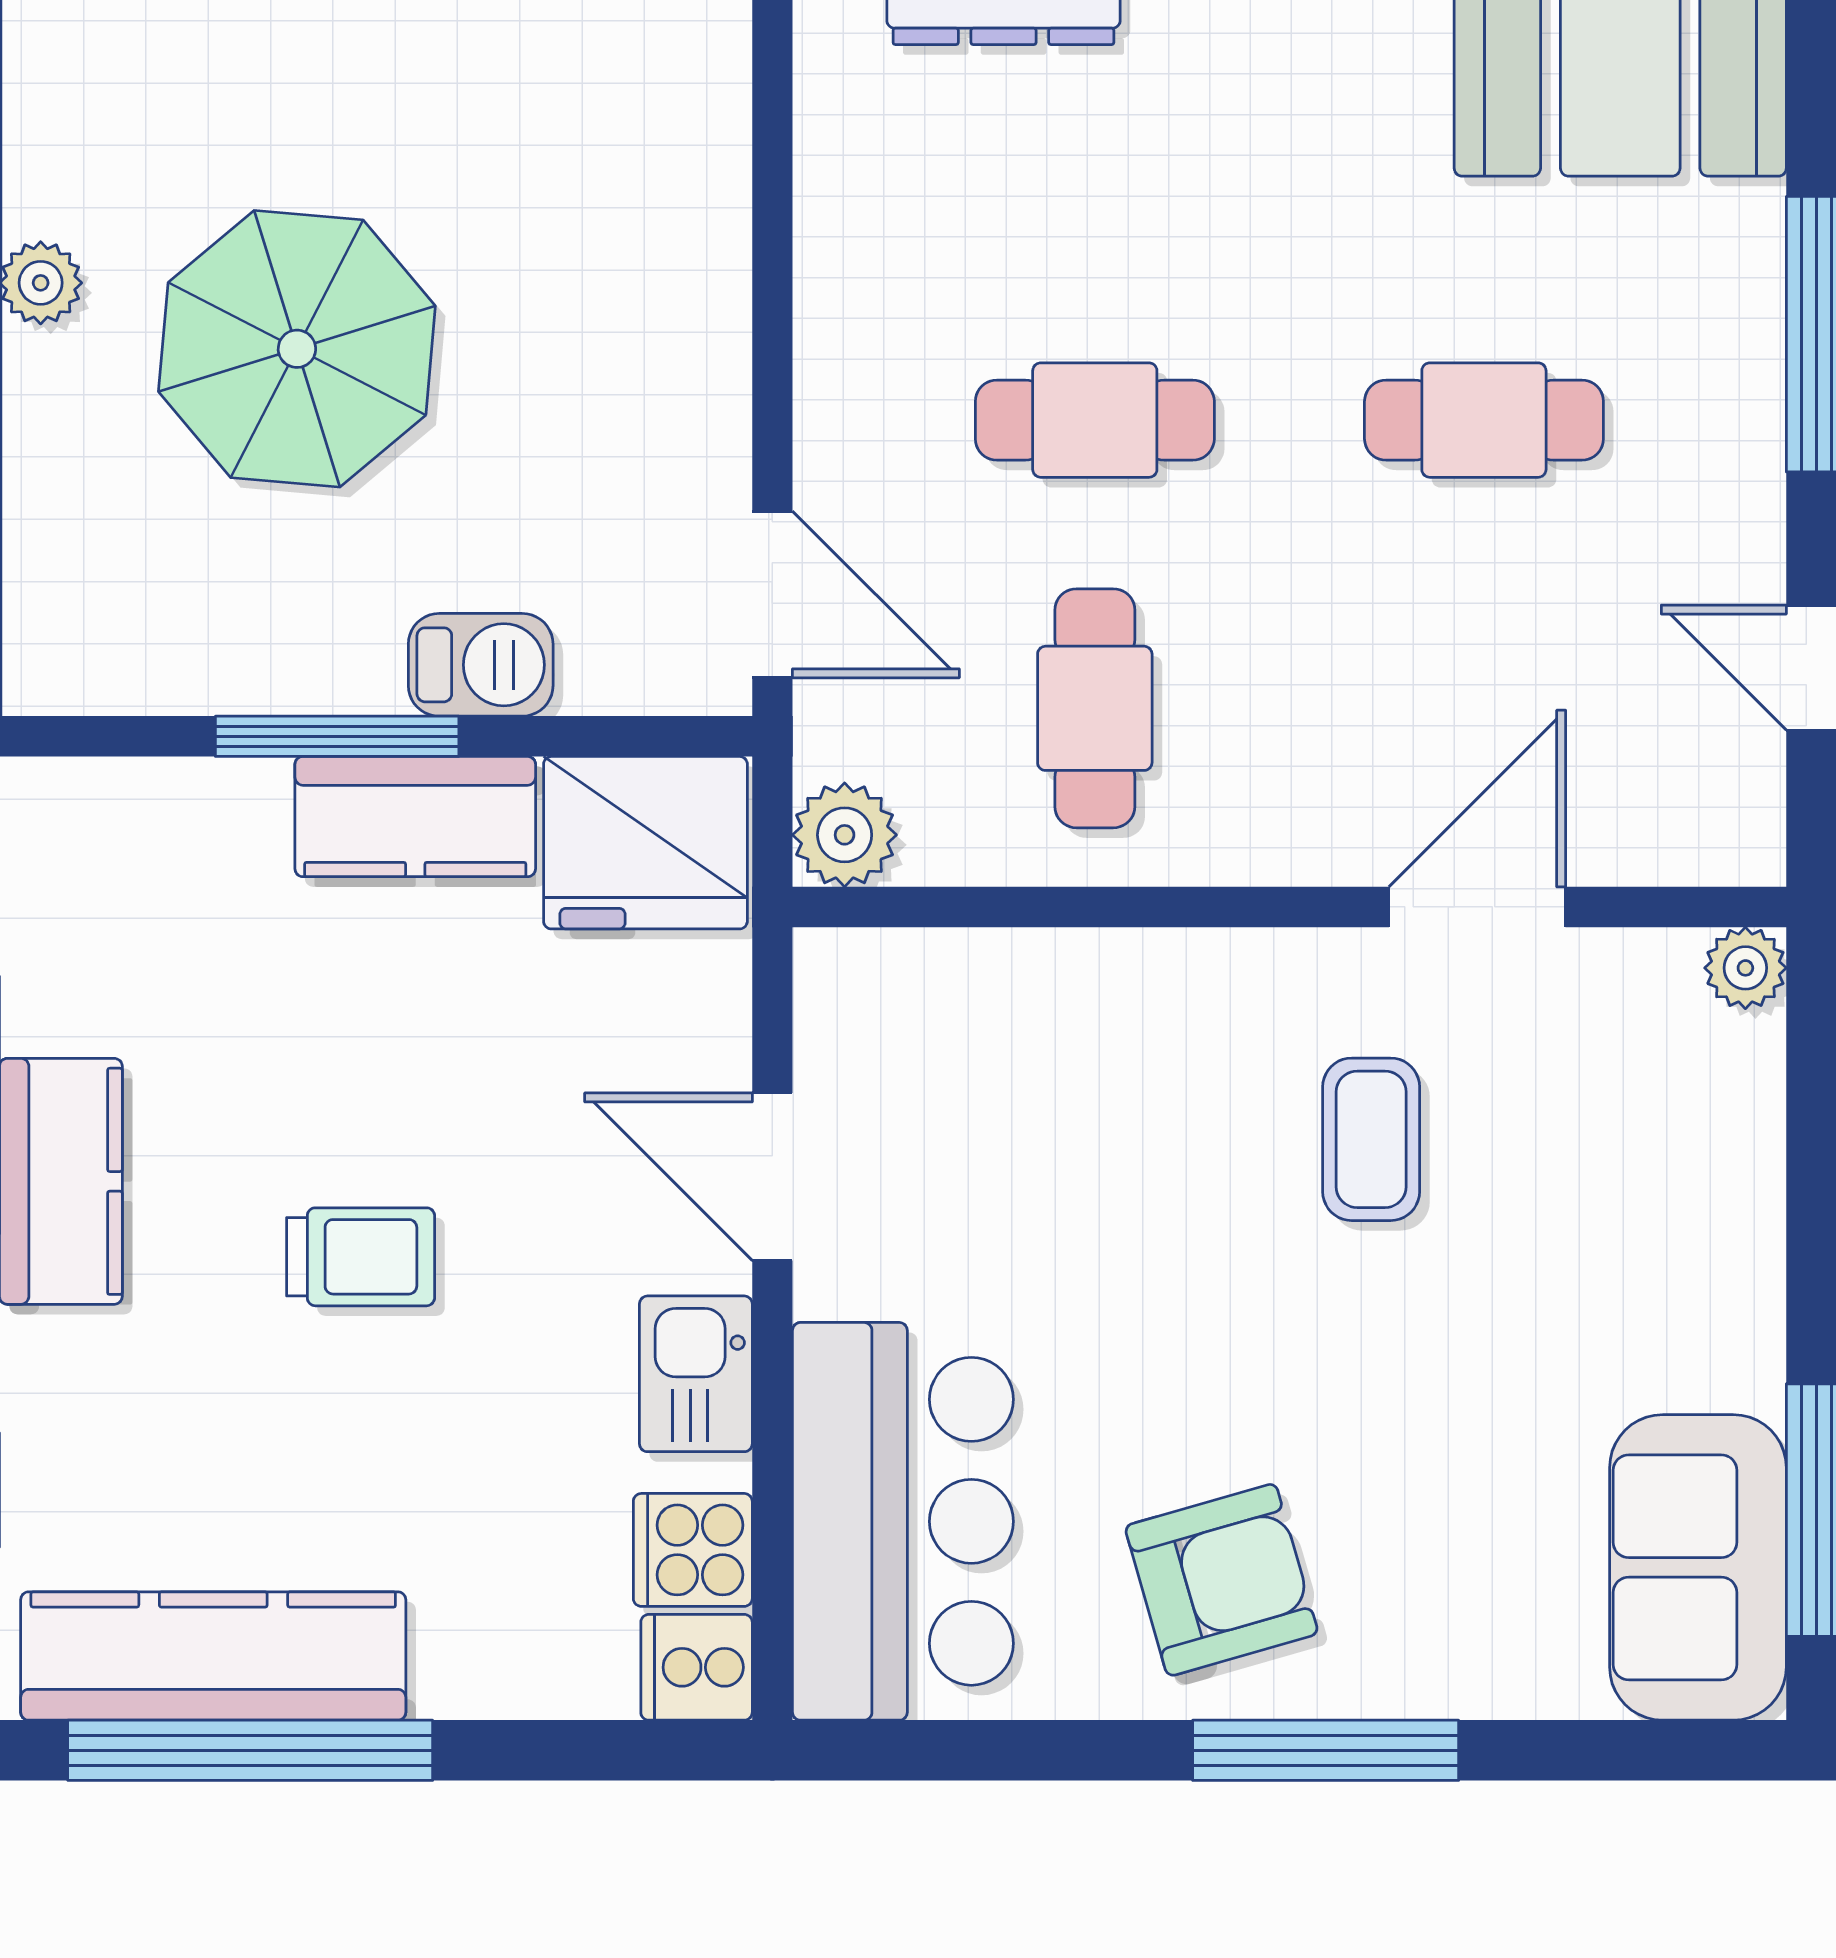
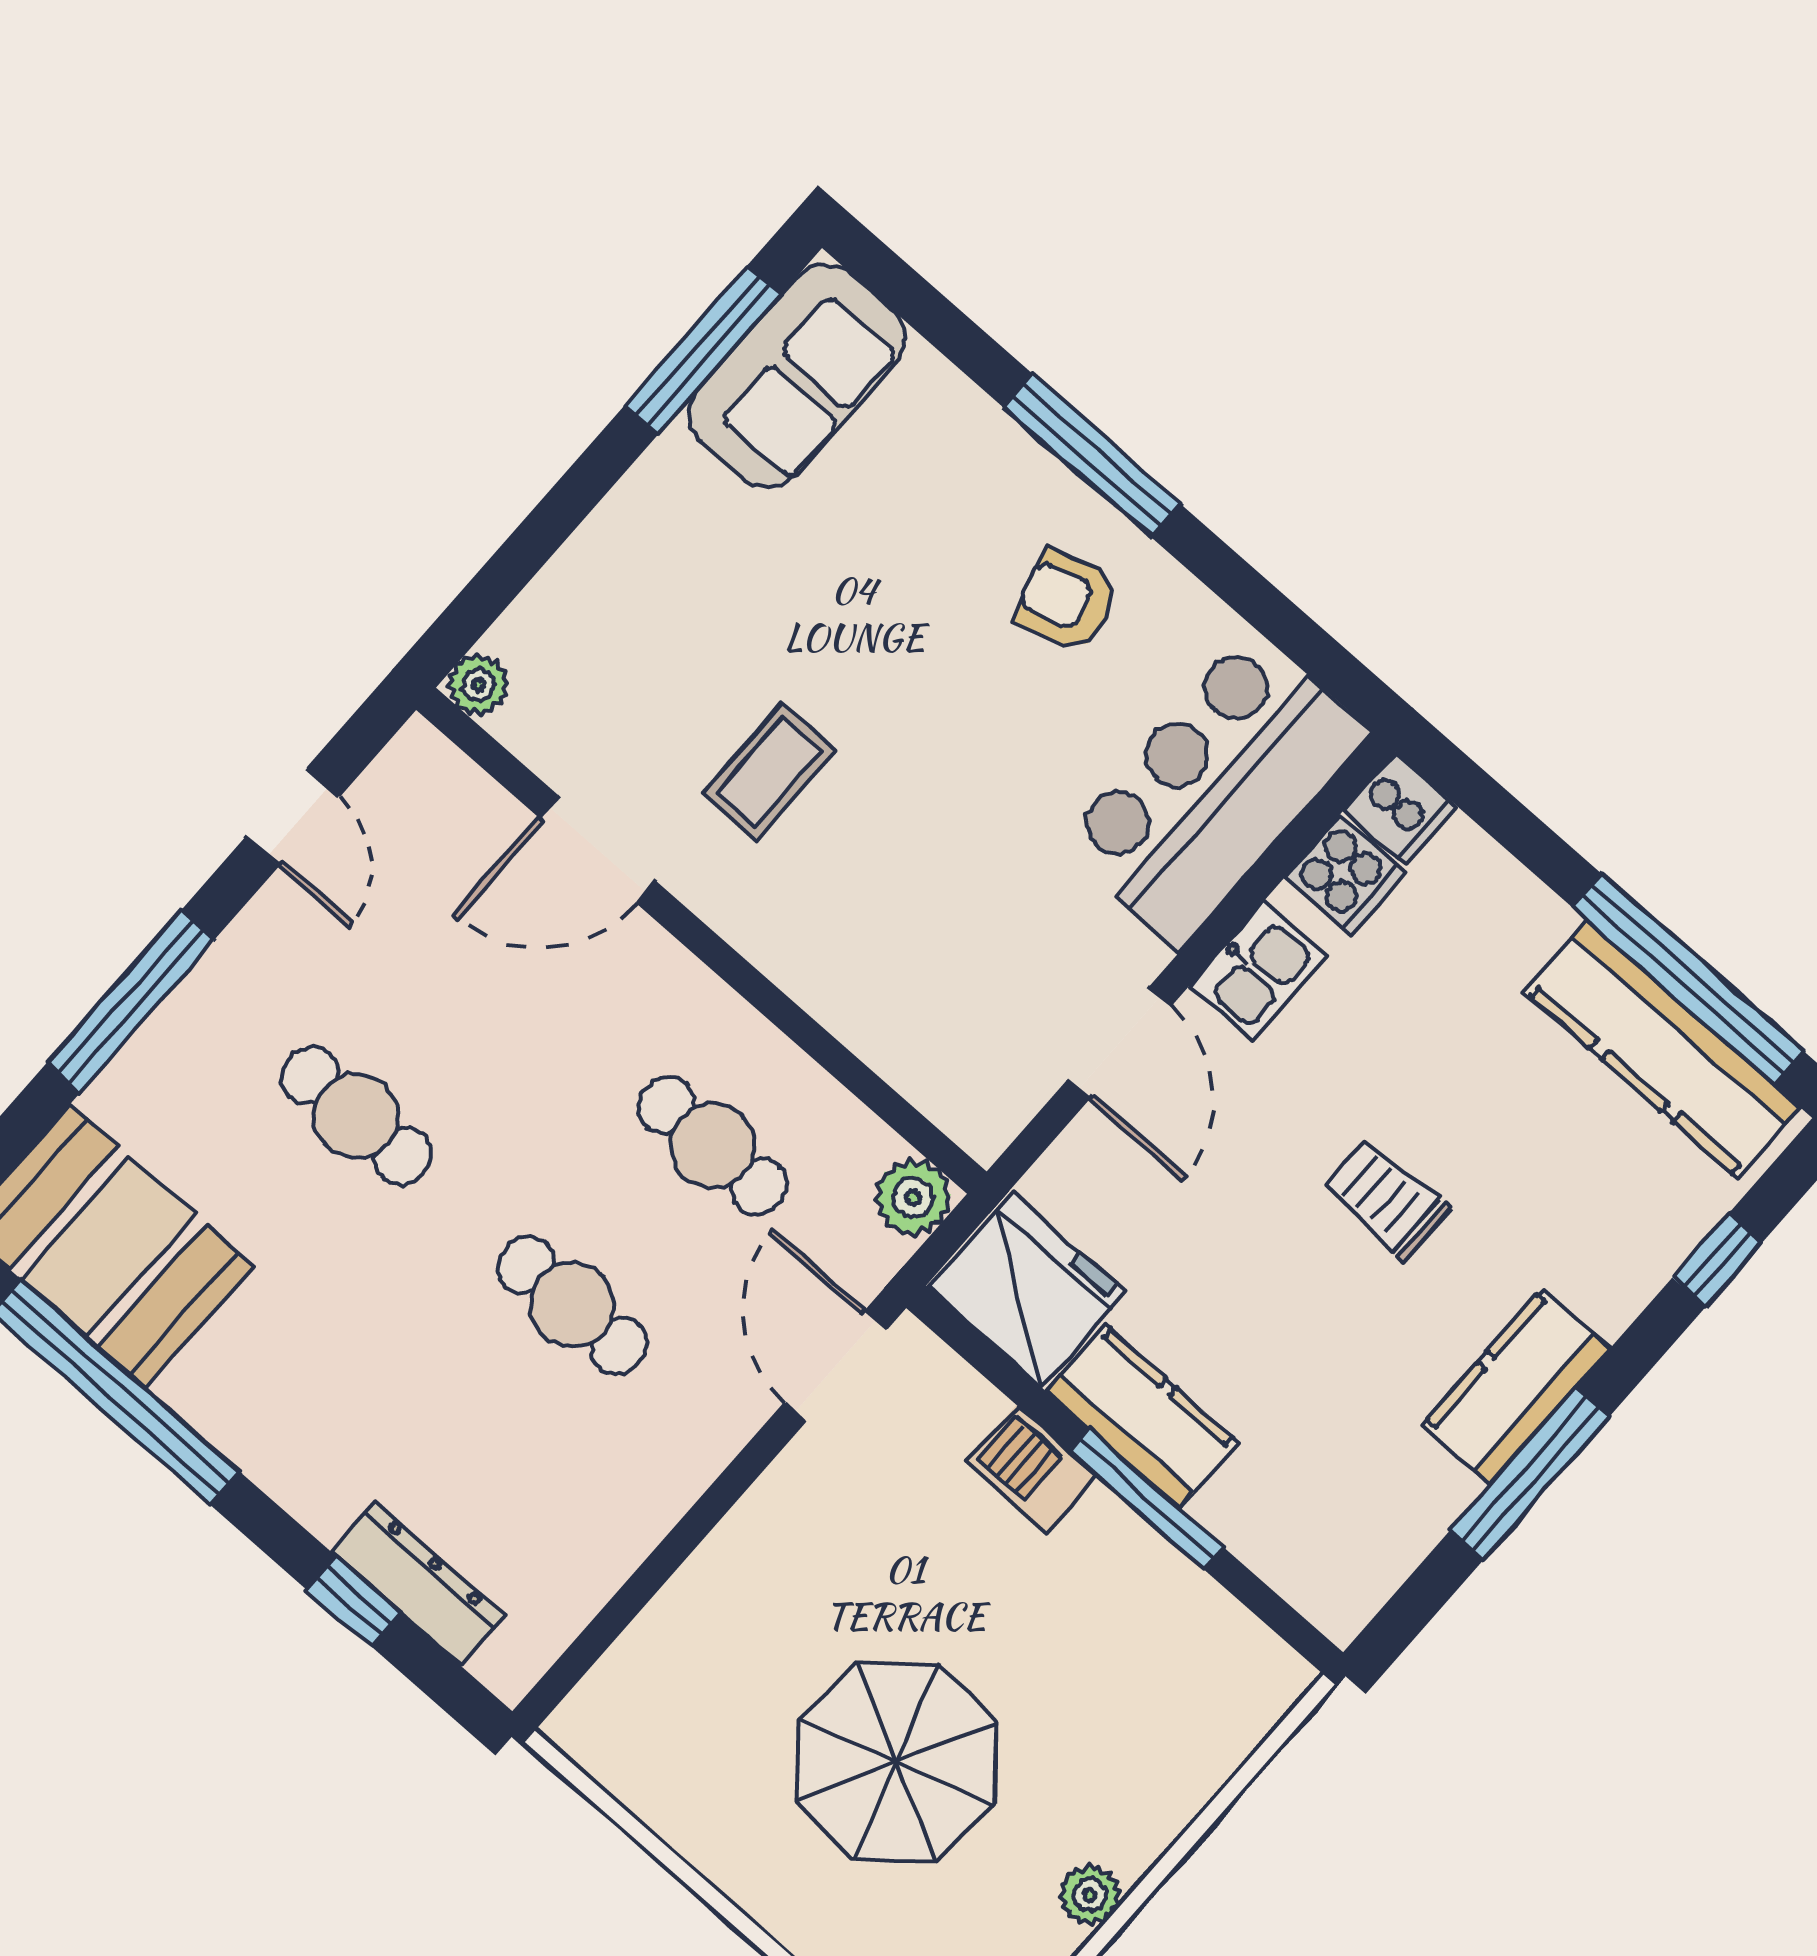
parasol: (297, 349) -> (896, 1762), moved
cafe table: (1095, 708) -> (713, 1146), turned 90
armchair: (1222, 1580) -> (1067, 601), width x0.72, depth x0.72

